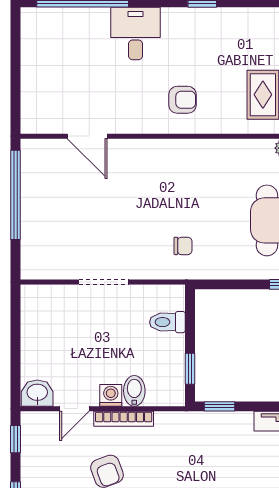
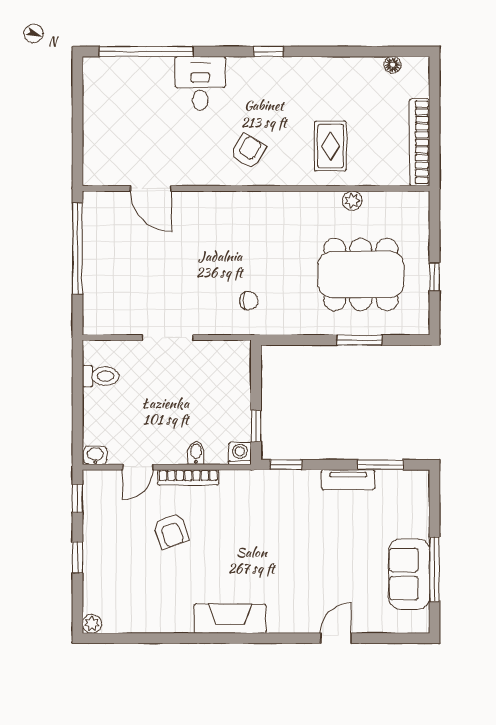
armchair: (182, 100) -> (248, 151), turned -59
toilet: (167, 322) -> (101, 376), moved, turned 180
bidet: (134, 391) -> (196, 453), width x0.72, depth x0.74
washbasin: (37, 393) -> (95, 455), width x0.72, depth x0.69
washing machine: (111, 395) -> (240, 453), moved

